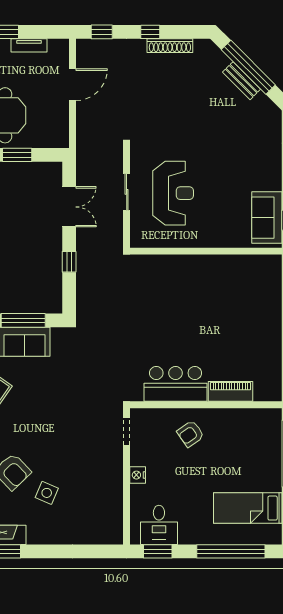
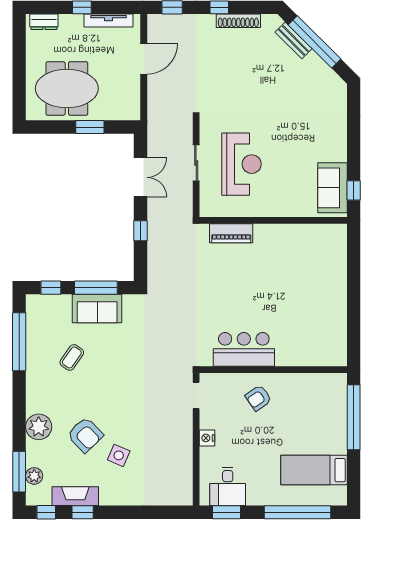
tv unit: (29, 45) -> (109, 21), width x1.41
bench: (242, 81) -> (294, 40), moved
piano: (231, 391) -> (231, 233), moved, turned 180

